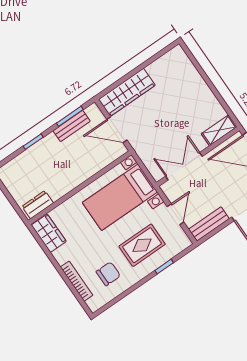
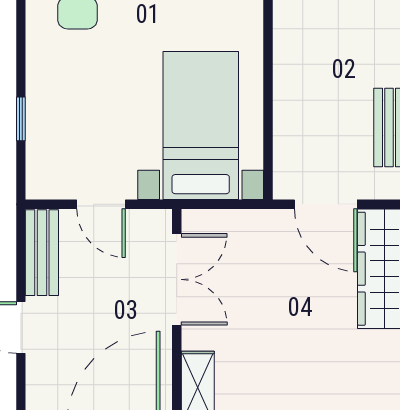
door: (117, 130) -> (326, 204), swing flipped
rug: (142, 245) -> (87, 106), removed

